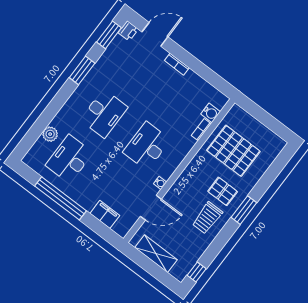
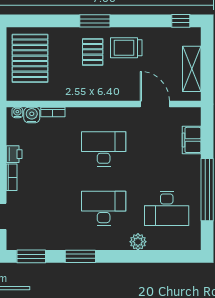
printer: (128, 31) -> (14, 154), moved, turned 90
plant: (50, 134) -> (138, 242), moved
desk: (147, 146) -> (104, 149), turned 180
pallet: (233, 151) -> (30, 58), moved
water cooler: (160, 183) -> (17, 113), moved
trolley: (207, 218) -> (126, 48), turned 180

